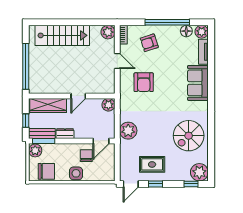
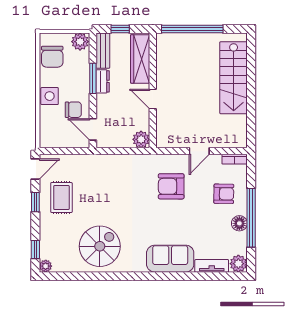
floor lamp: (186, 31) -> (239, 223), moved
plant: (108, 32) -> (238, 139), removed
armchair: (149, 43) -> (224, 194), turned 109
plant: (128, 131) -> (107, 166), removed
spiral stairs: (189, 136) -> (100, 246), turned 90
window: (44, 141) -> (93, 78), moved
plant: (199, 172) -> (46, 266), width x0.53, depth x0.53
door: (131, 184) -> (35, 169), swing flipped

